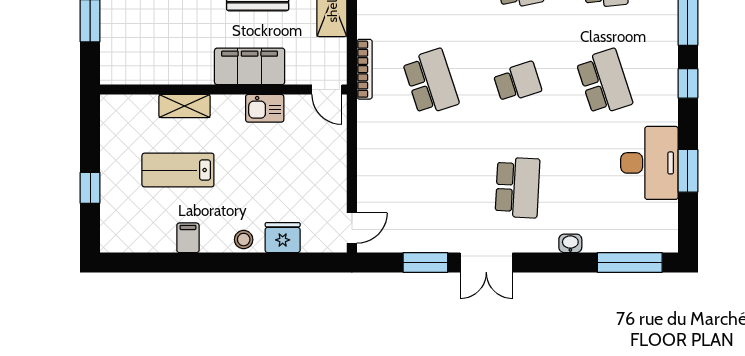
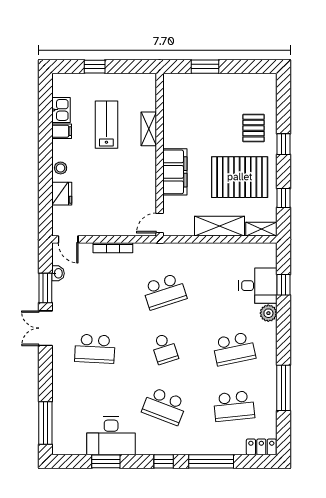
bookcase: (365, 69) -> (113, 248), moved
school desk: (604, 82) -> (164, 406), turned 39
kitchen sink: (265, 108) -> (61, 110), moved, turned 180
washbasin: (570, 243) -> (58, 273), moved

